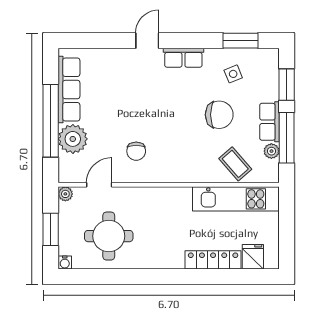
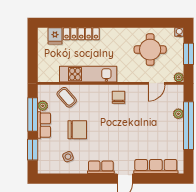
window: (241, 41) -> (63, 179), removed
row of seats: (69, 90) -> (156, 167), moved, turned 90
chair: (219, 115) -> (77, 130), turned 180
plant: (73, 139) -> (178, 114), width x0.53, depth x0.53
chair: (136, 151) -> (118, 97), moved
kitchen unit: (236, 199) -> (88, 74), moved

